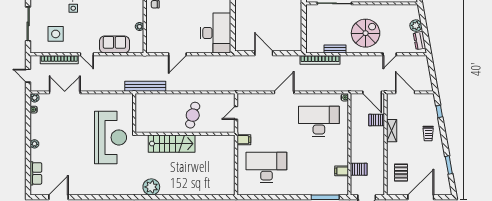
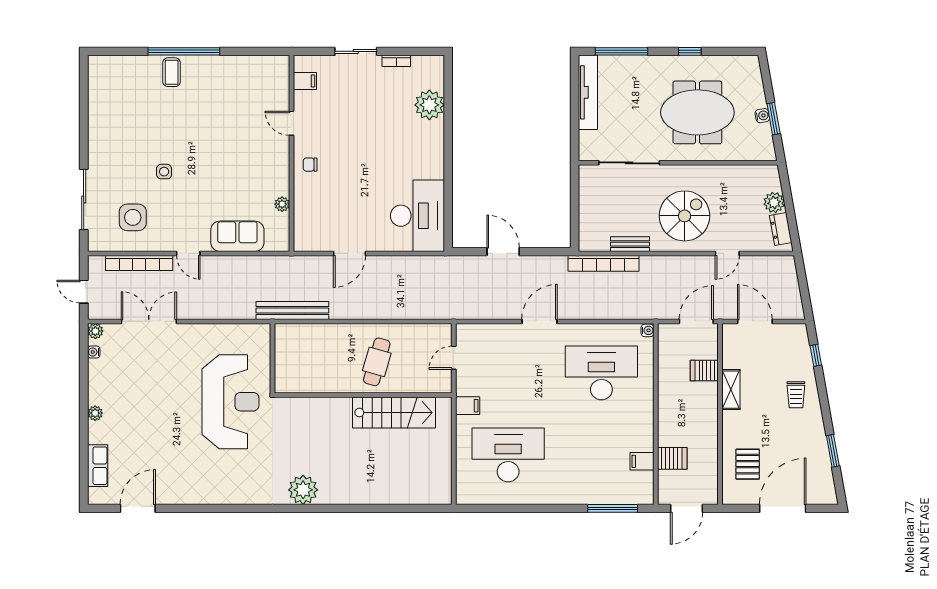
door: (372, 92) -> (696, 321), swing flipped
stairs: (172, 144) -> (394, 413), moved

